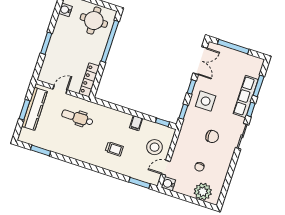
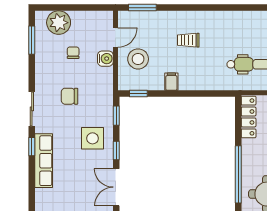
window: (259, 86) -> (32, 40), moved
water cooler: (168, 184) -> (105, 59), moved

